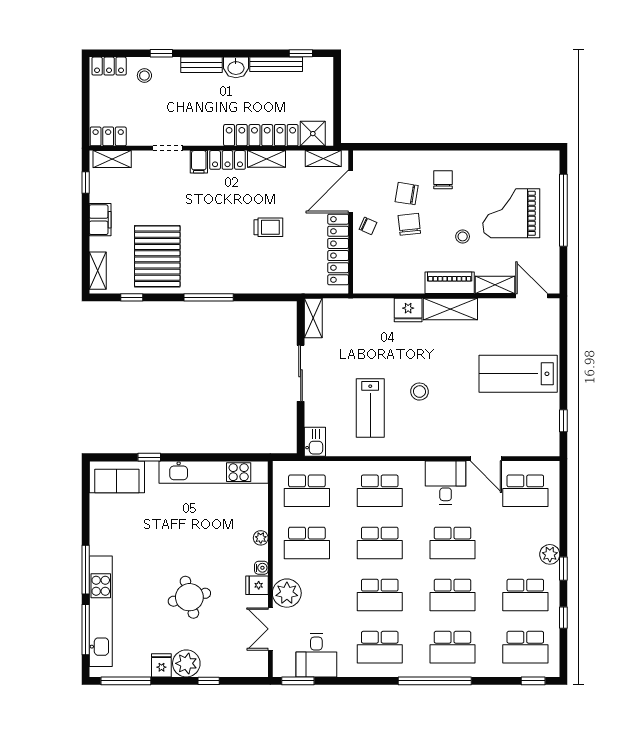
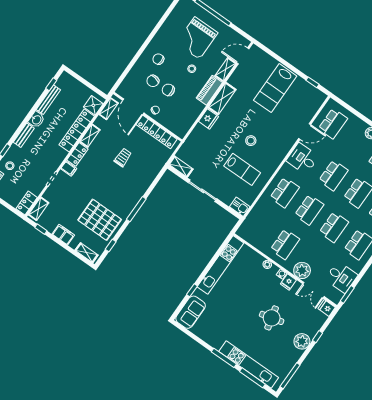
school desk: (307, 491) -> (260, 227), removed
fridge: (161, 665) -> (327, 308), moved

